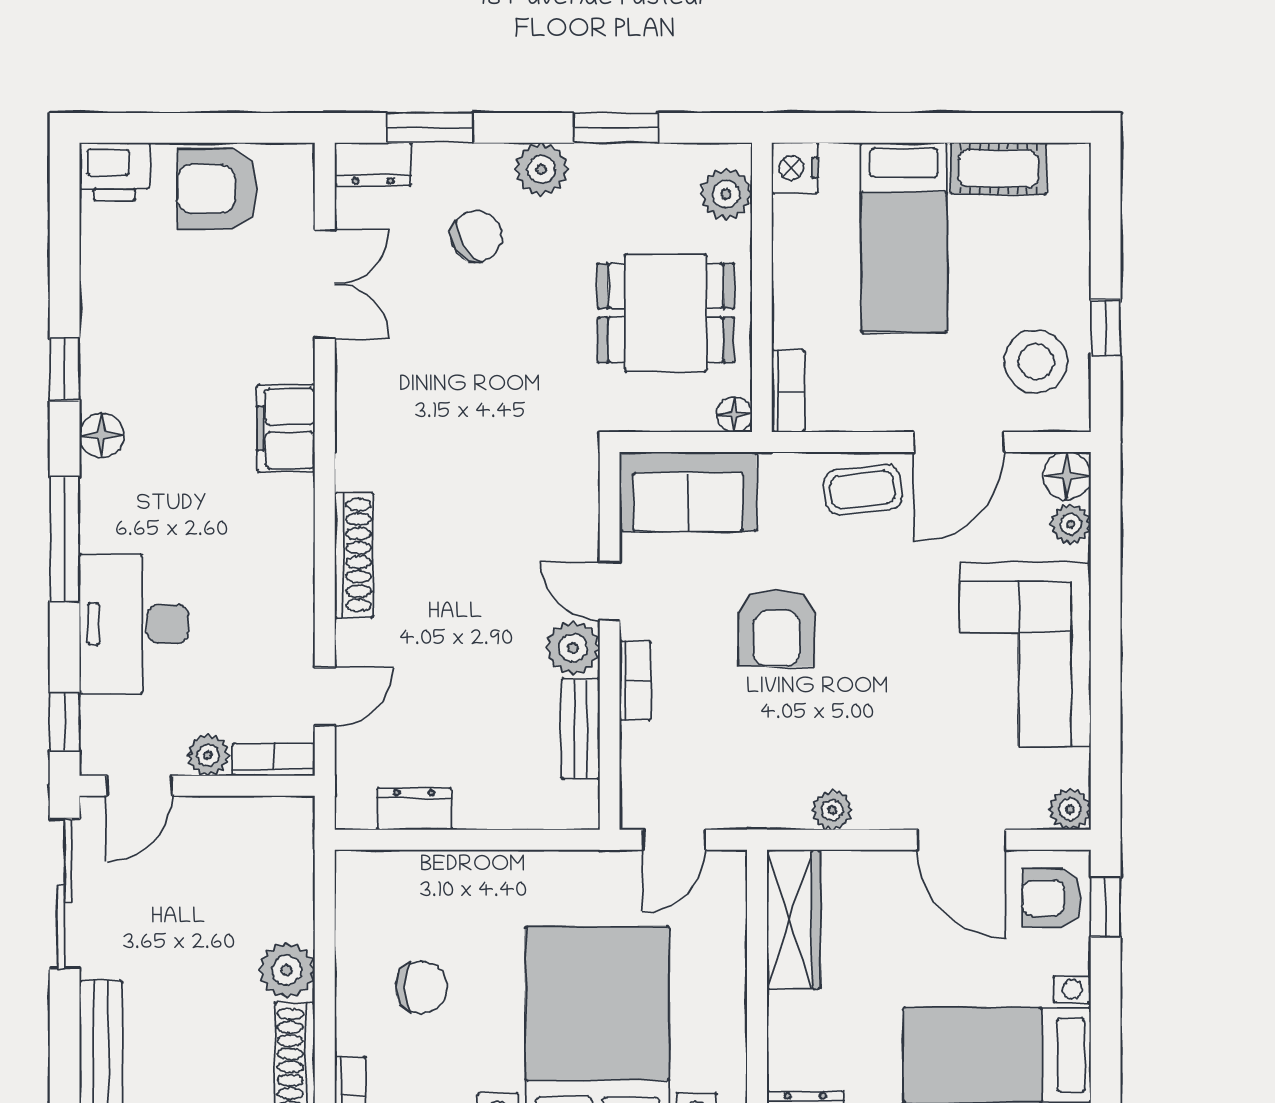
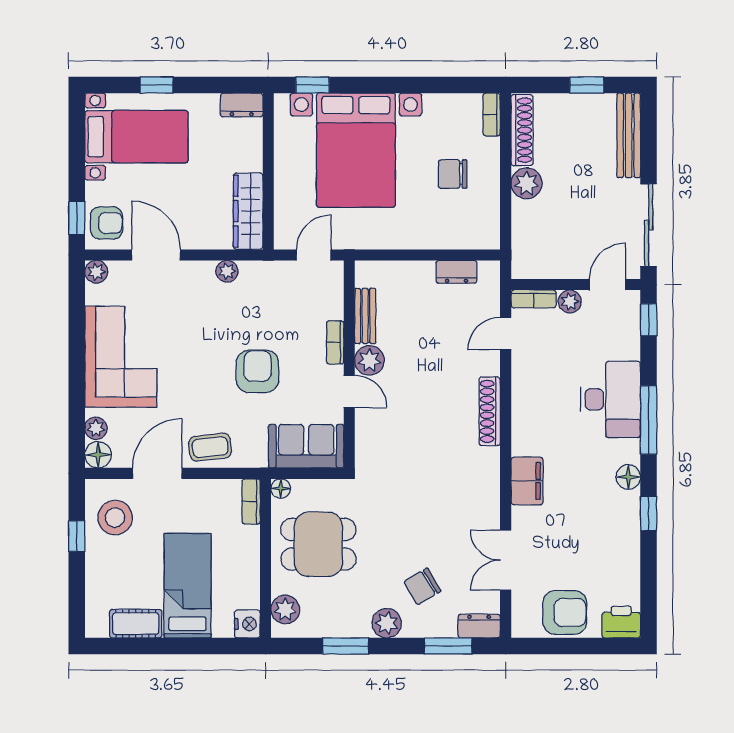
desk: (134, 624) -> (611, 399), moved

